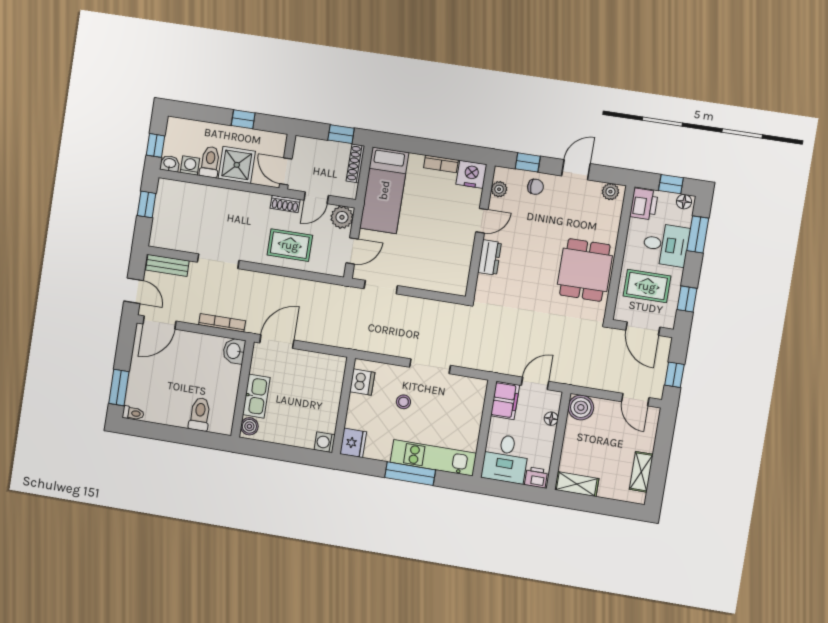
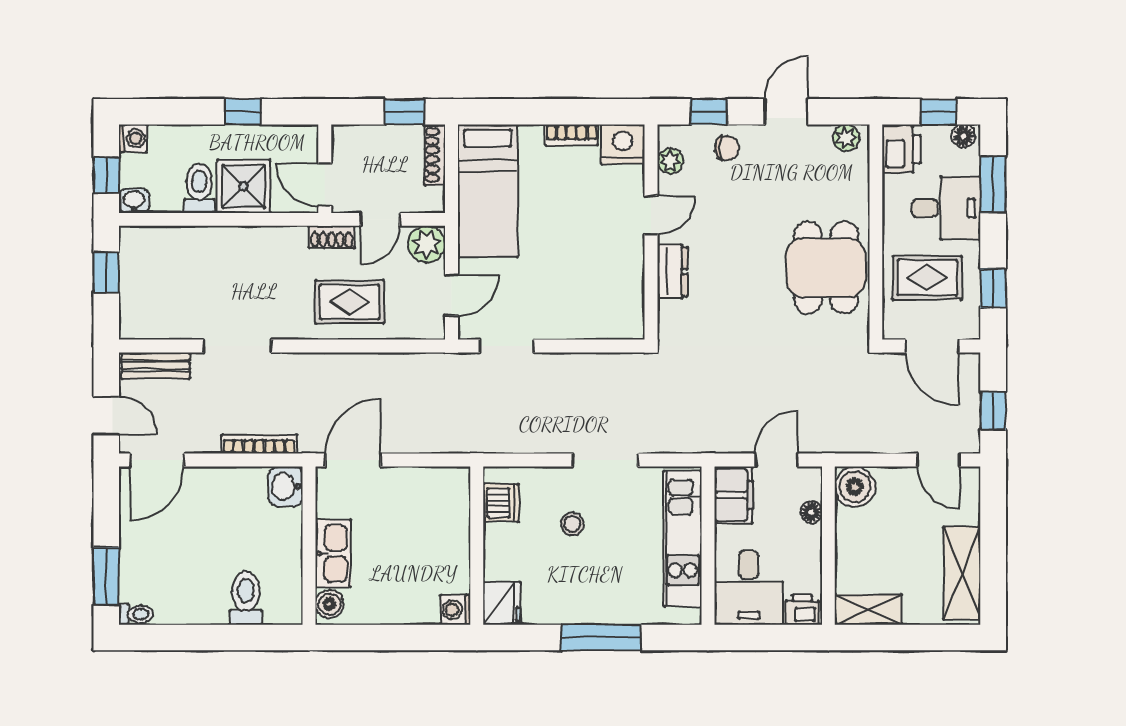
washing machine: (190, 166) -> (133, 138), moved, turned 90
kitchen unit: (433, 458) -> (683, 539), moved, turned -90
shelving: (641, 472) -> (962, 573), width x1.50, depth x1.33

